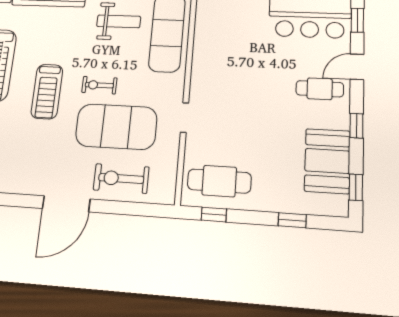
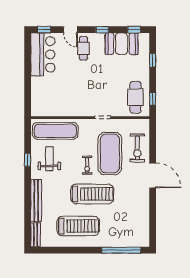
treadmill: (47, 92) -> (92, 194), width x1.37, depth x1.37

